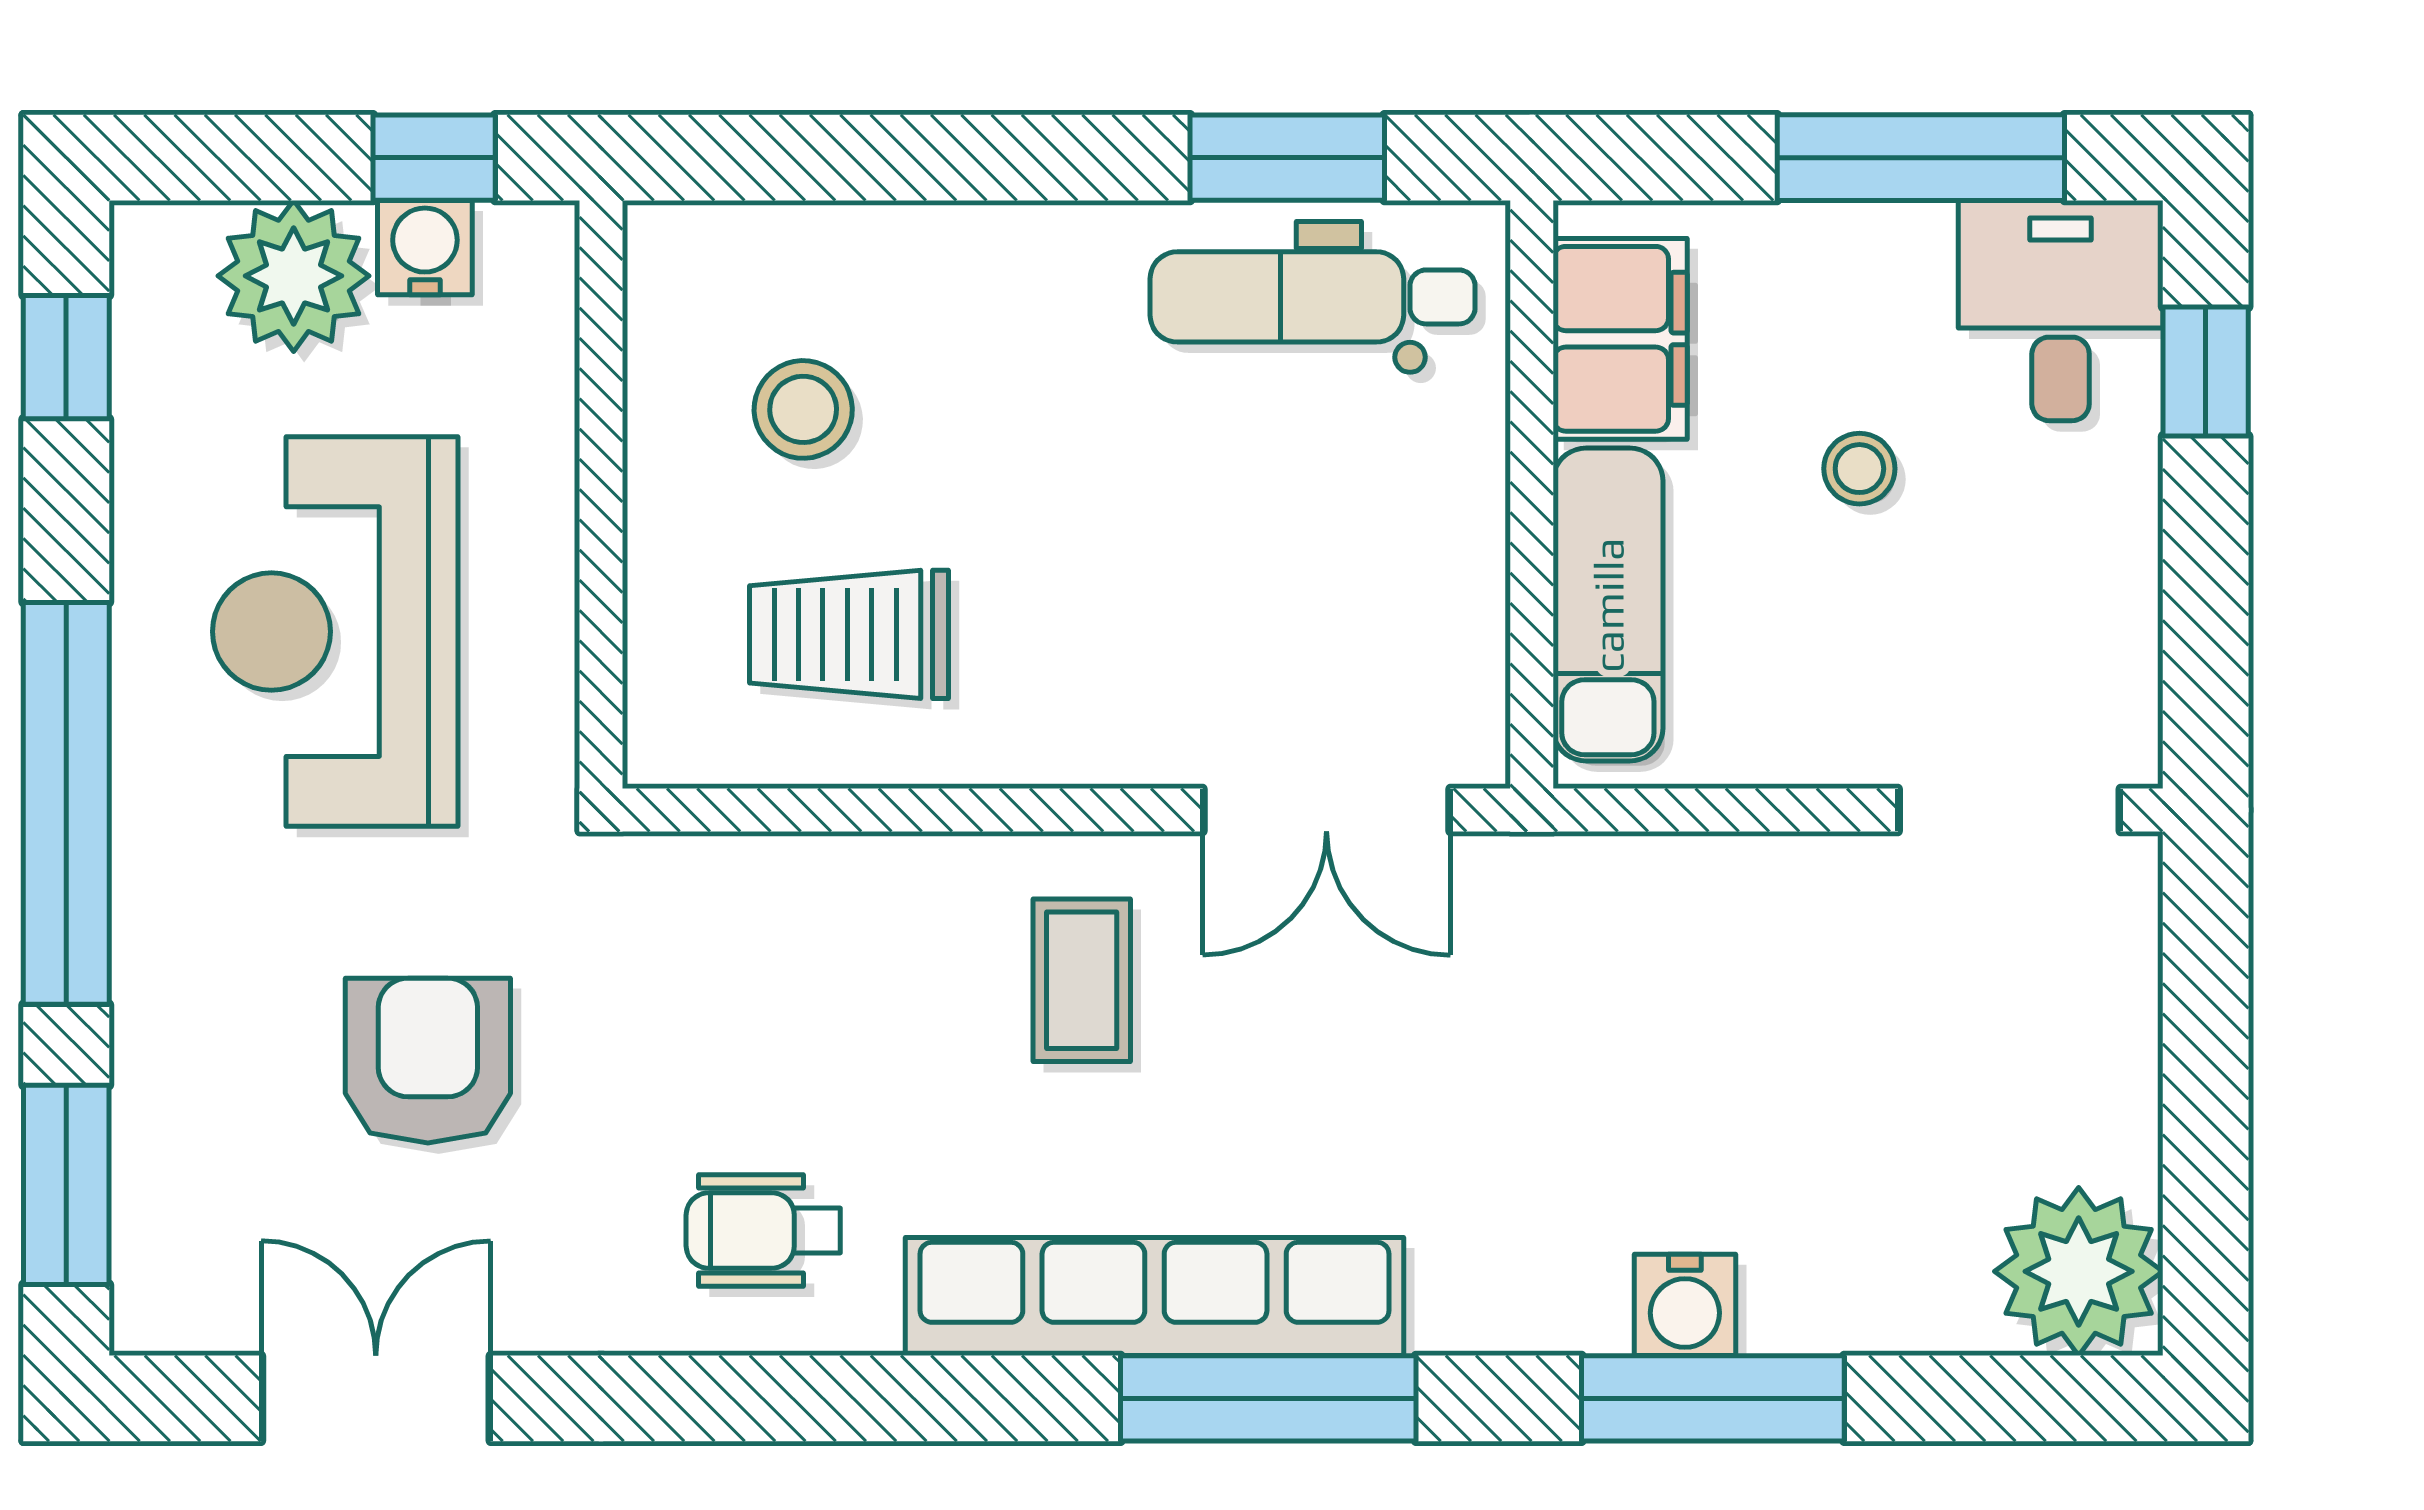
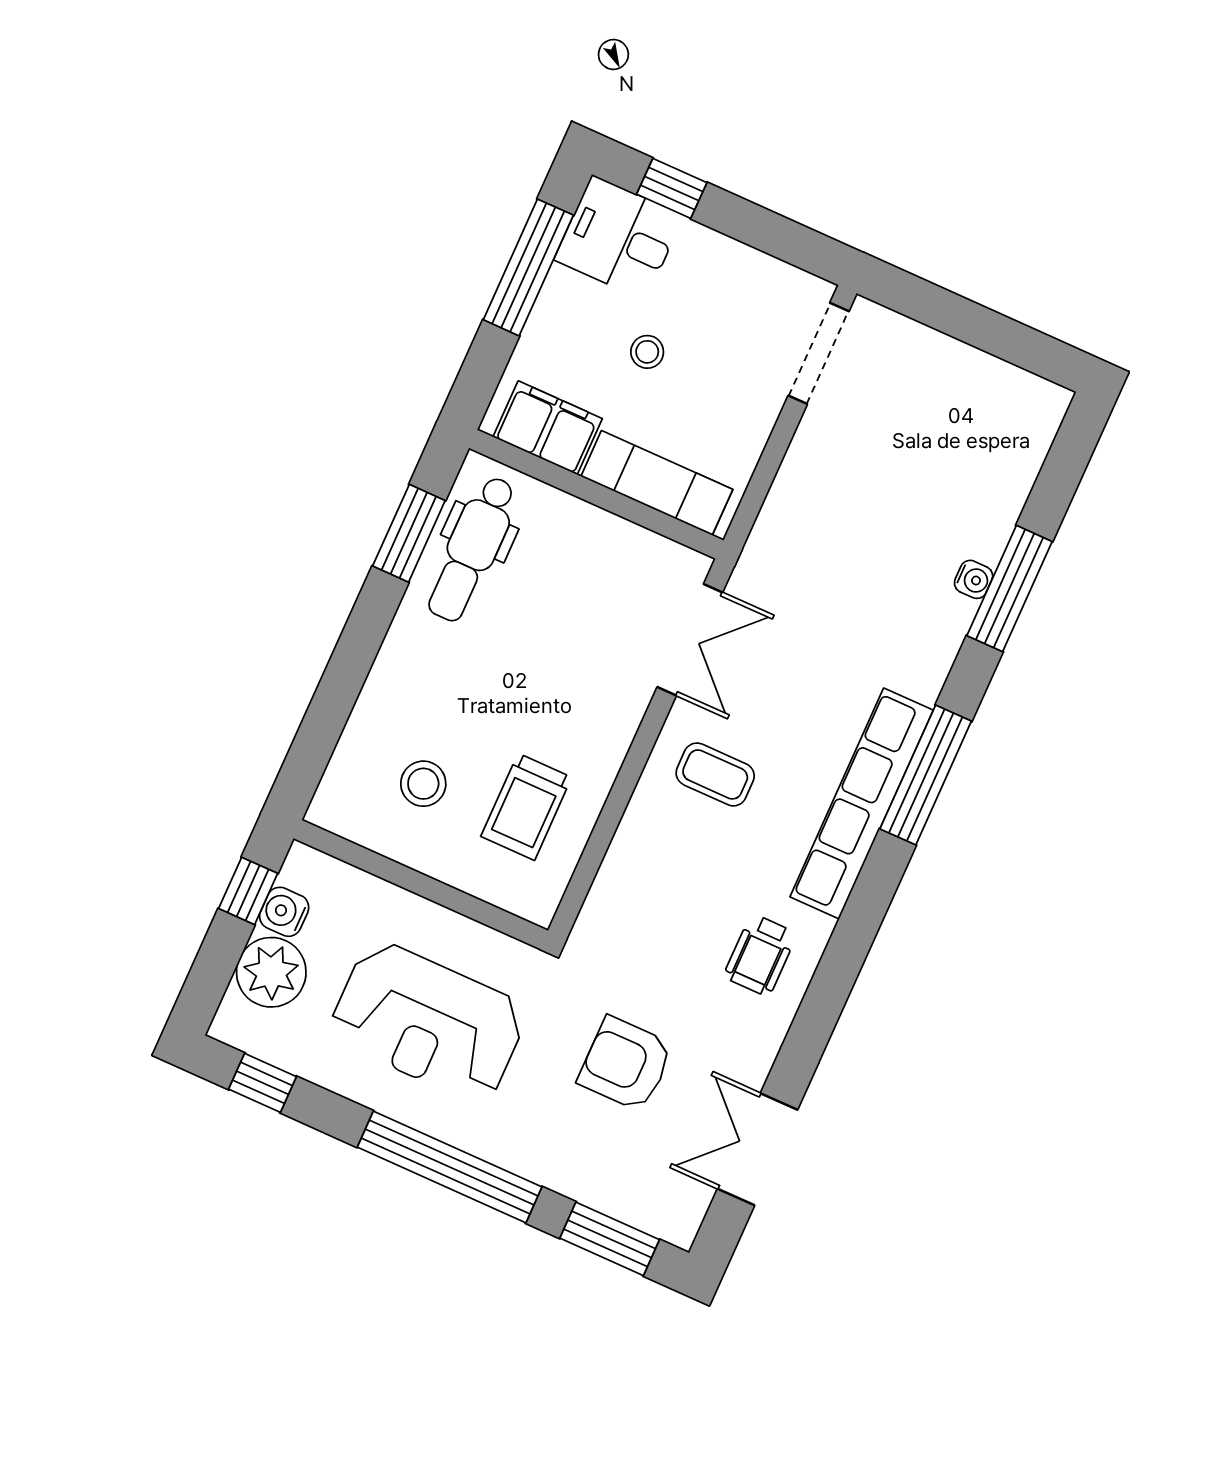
plant: (2079, 1271) -> (1025, 411), removed
water cooler: (1685, 1305) -> (974, 579), width x0.72, depth x0.72

